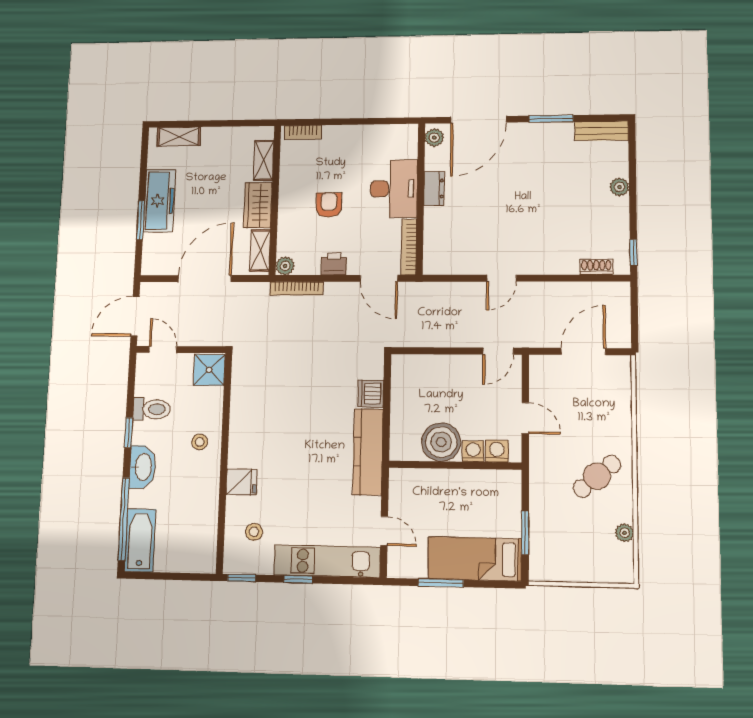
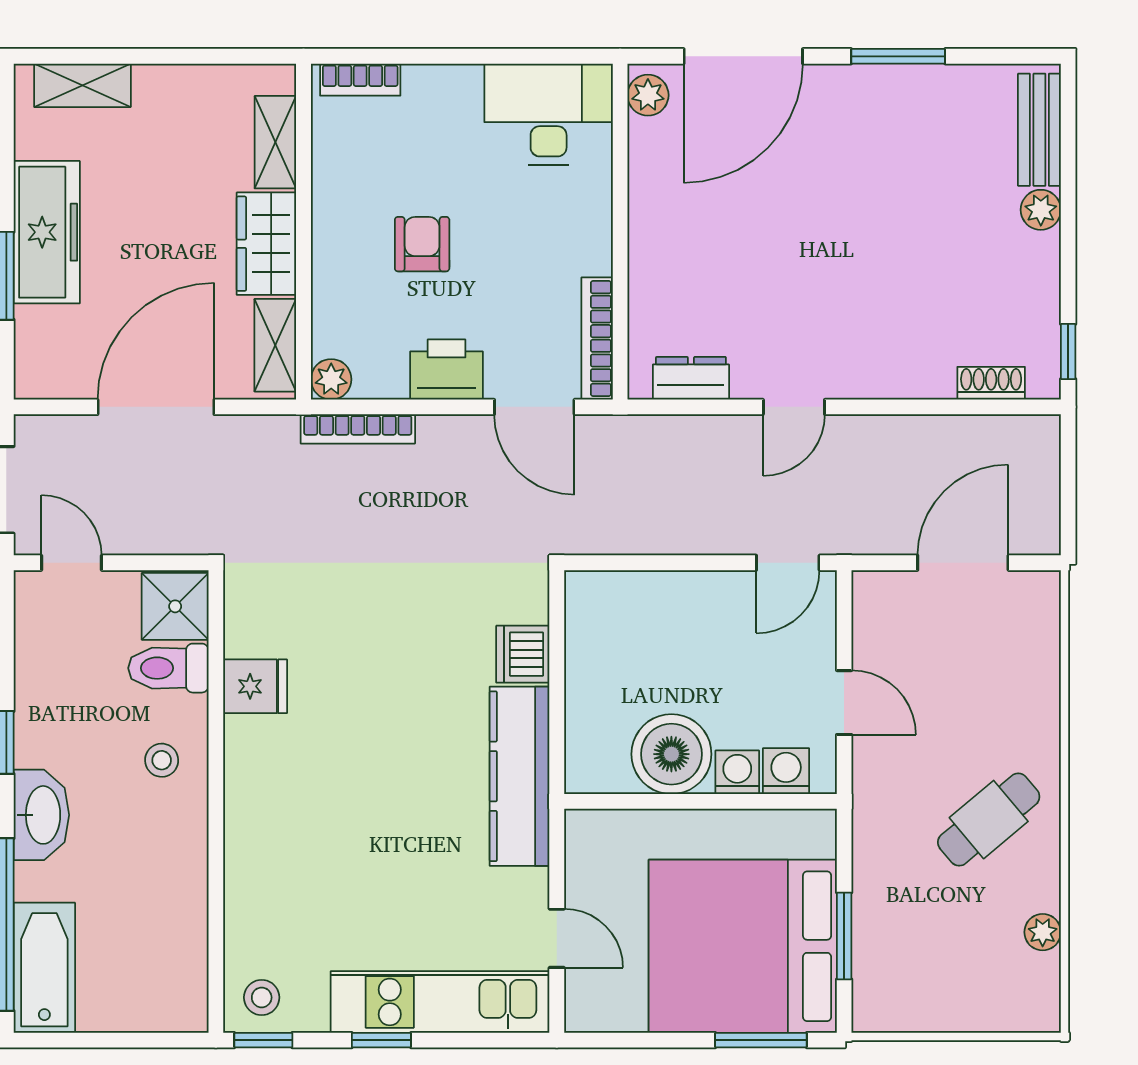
bench: (602, 131) -> (1039, 130), moved, turned 90
desk: (394, 189) -> (549, 114), moved, turned -90
dresser: (434, 189) -> (691, 378), moved, turned -90
printer: (334, 264) -> (446, 370), width x1.36, depth x1.24
toilet: (152, 409) -> (168, 668), moved, turned 180
fridge: (242, 482) -> (255, 686), moved
stool: (254, 532) -> (262, 997), moved
bed: (475, 559) -> (743, 946), width x2.04
window: (441, 583) -> (761, 1040), moved

